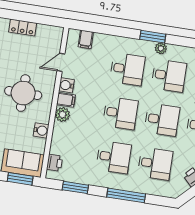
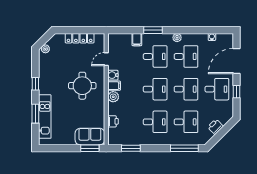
locker: (23, 28) -> (80, 38), width x1.53
window: (153, 37) -> (153, 30), moved
filing cabinet: (86, 39) -> (137, 40), moved
water cooler: (41, 130) -> (100, 111), removed
printer: (55, 163) -> (113, 121), moved
window: (126, 195) -> (184, 148), moved

